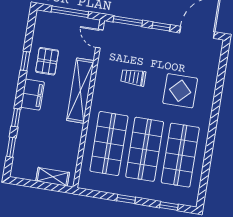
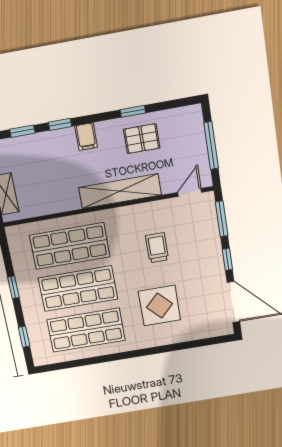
filing cabinet: (33, 95) -> (86, 137), width x0.50

